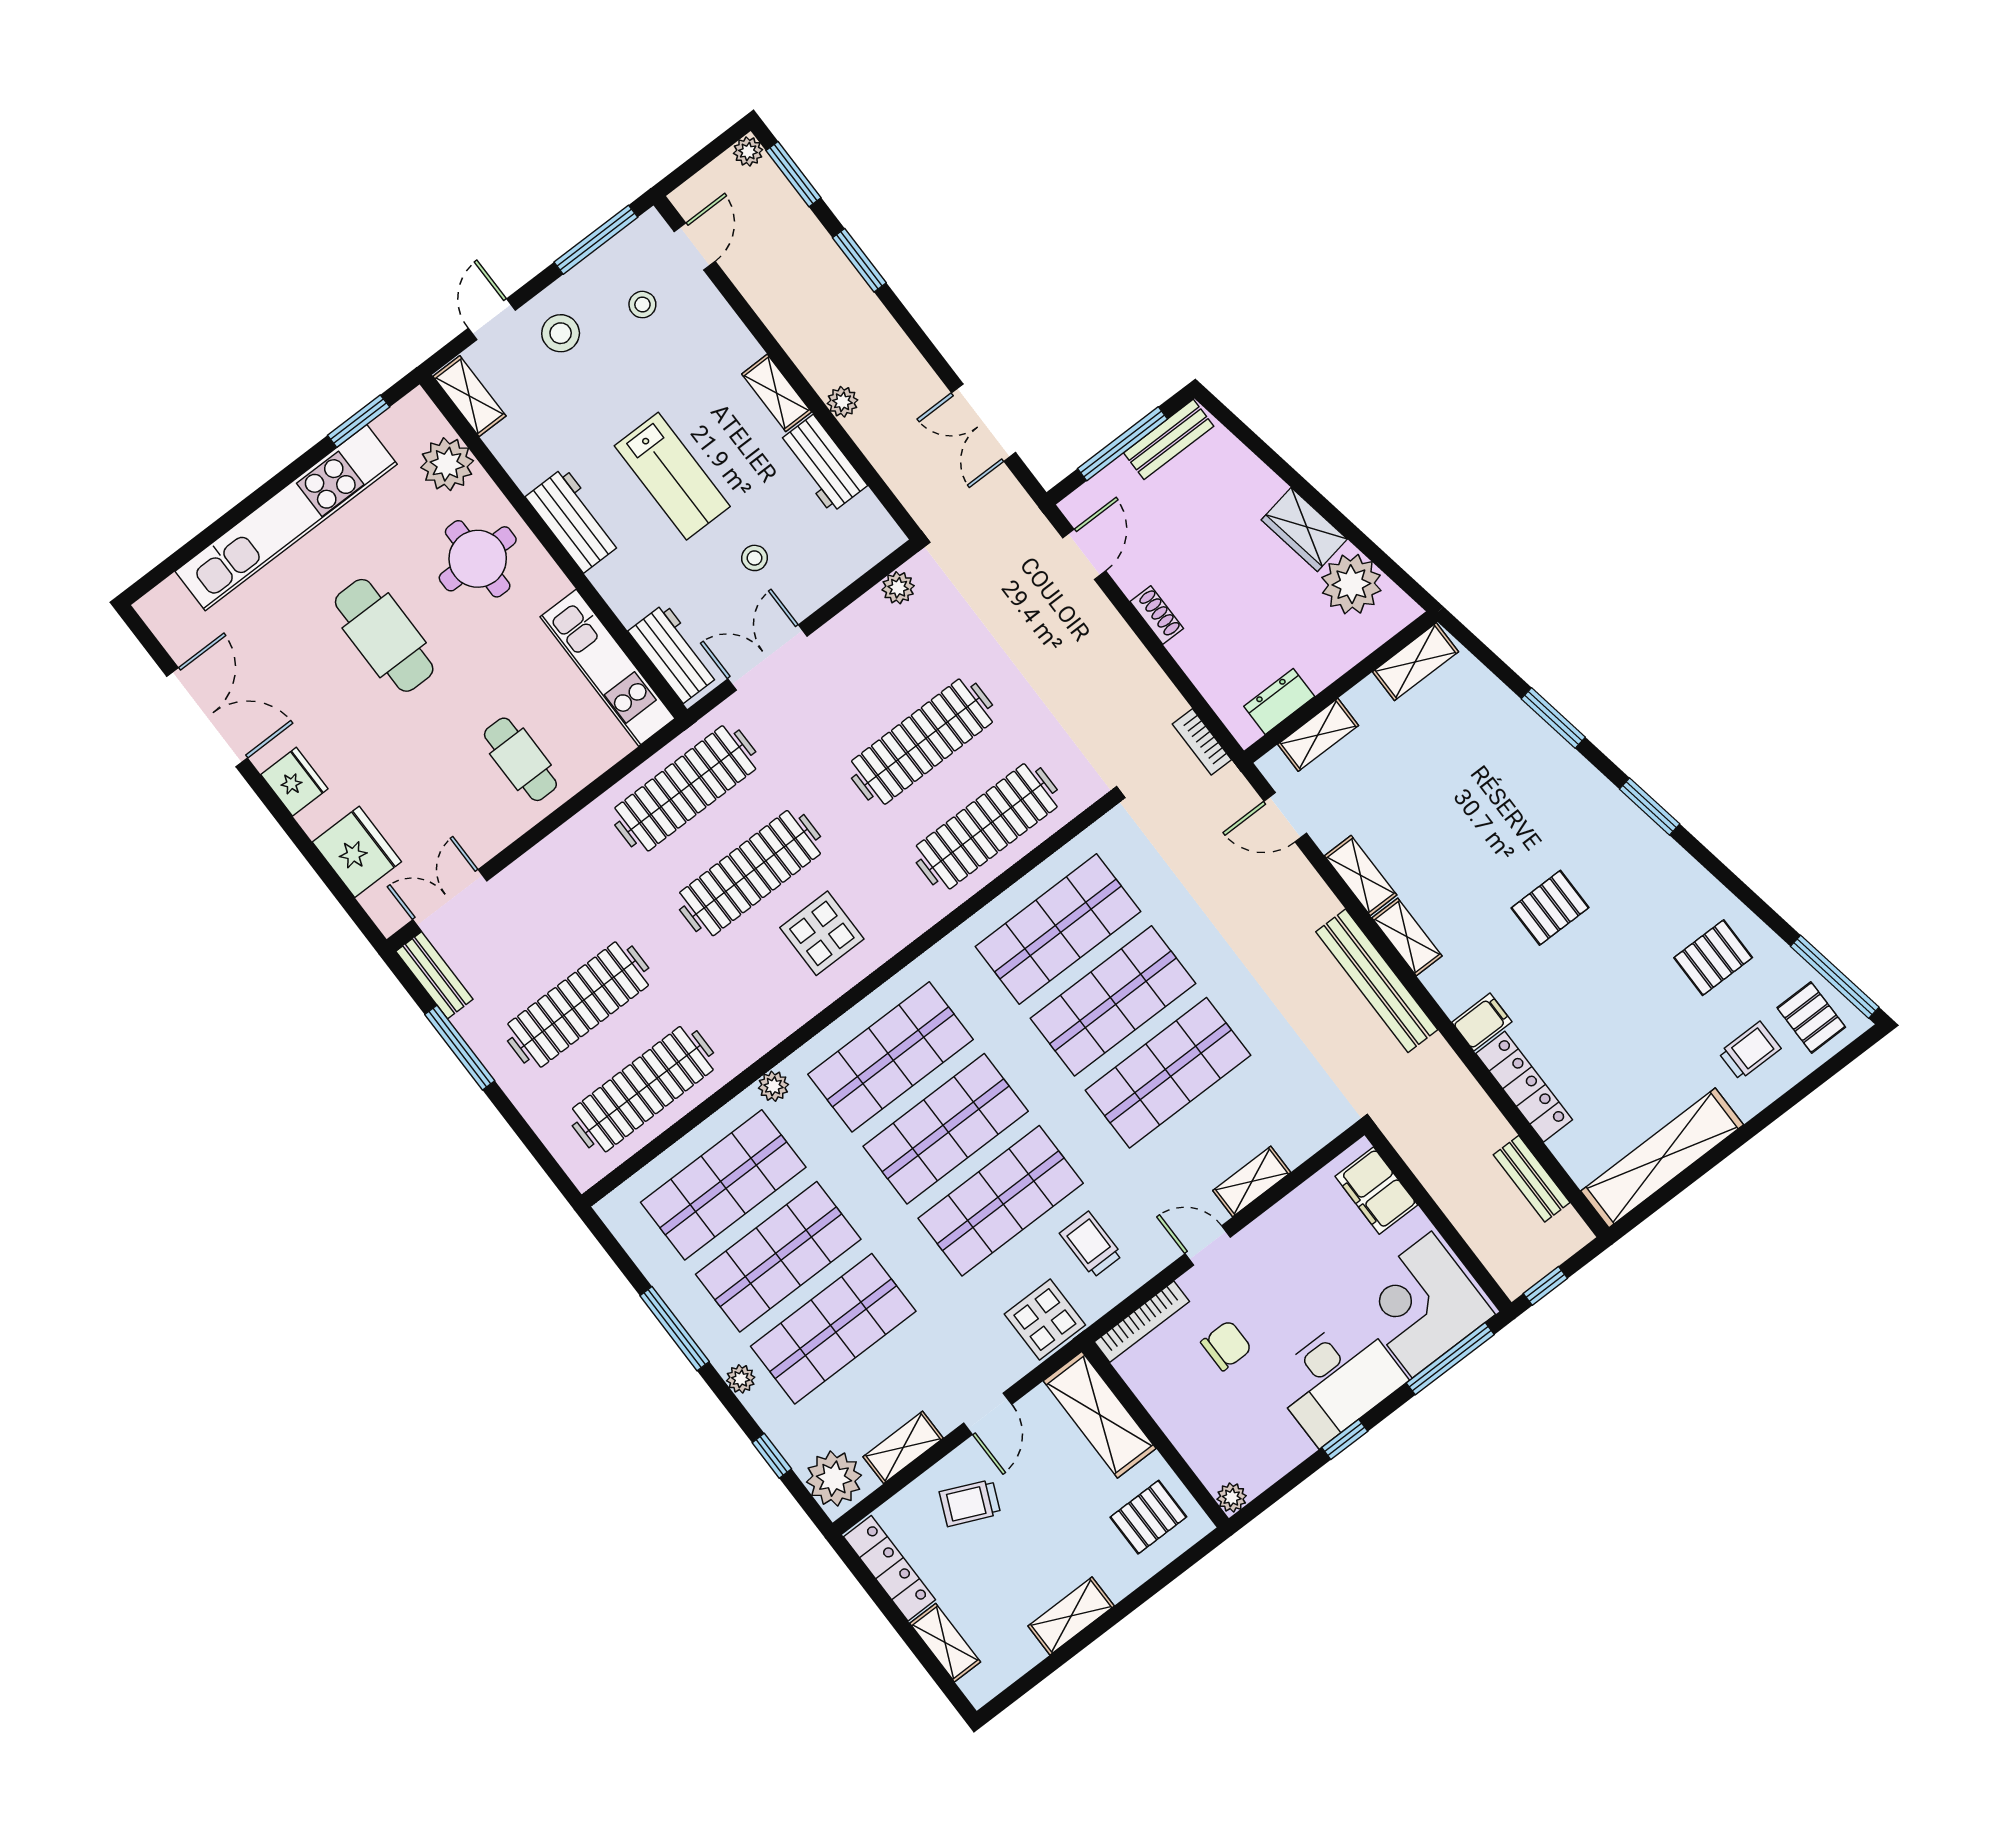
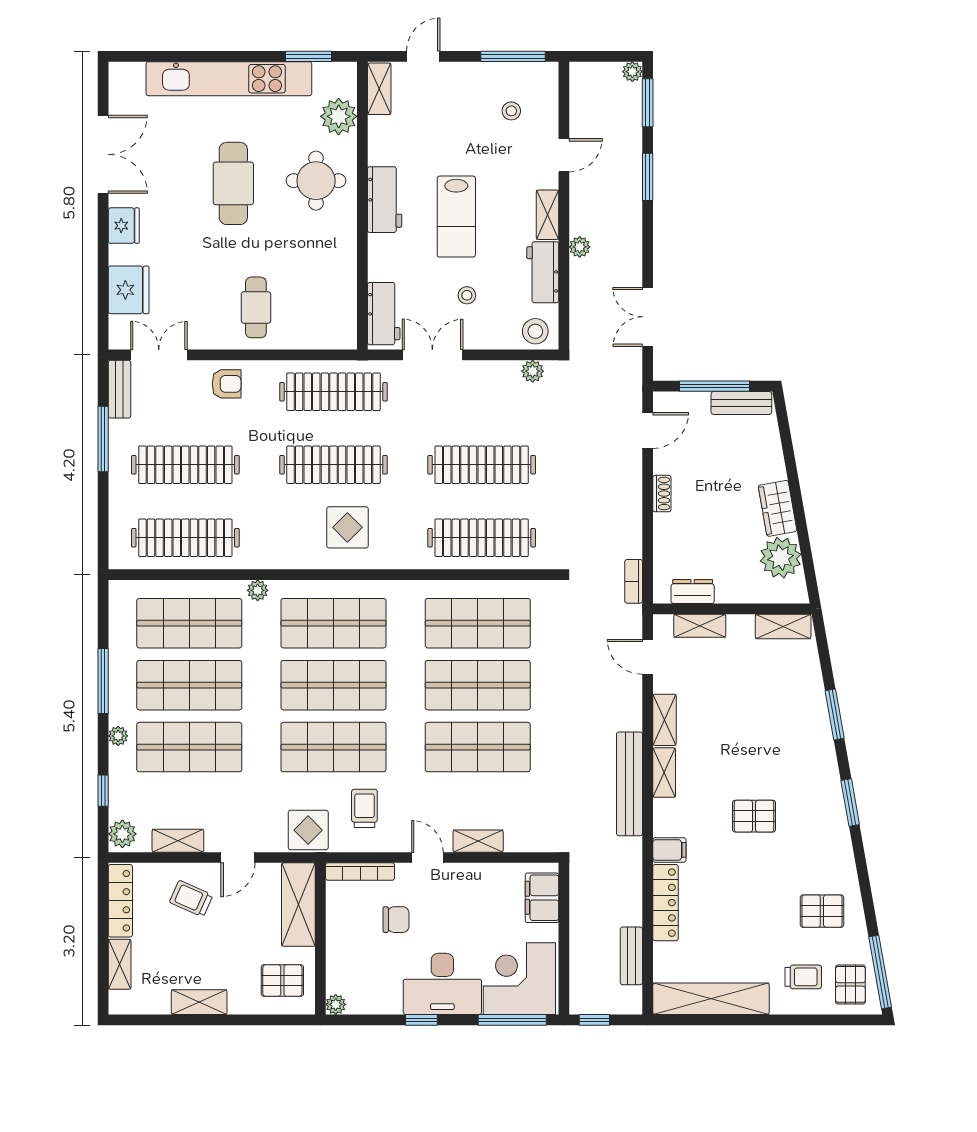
door: (695, 246) -> (564, 155), moved
stool: (561, 333) -> (535, 331), moved
kitchen unit: (608, 668) -> (341, 294), removed
armchair: (554, 874) -> (227, 384), added
plant: (834, 1479) -> (122, 834), width x0.73, depth x0.73

